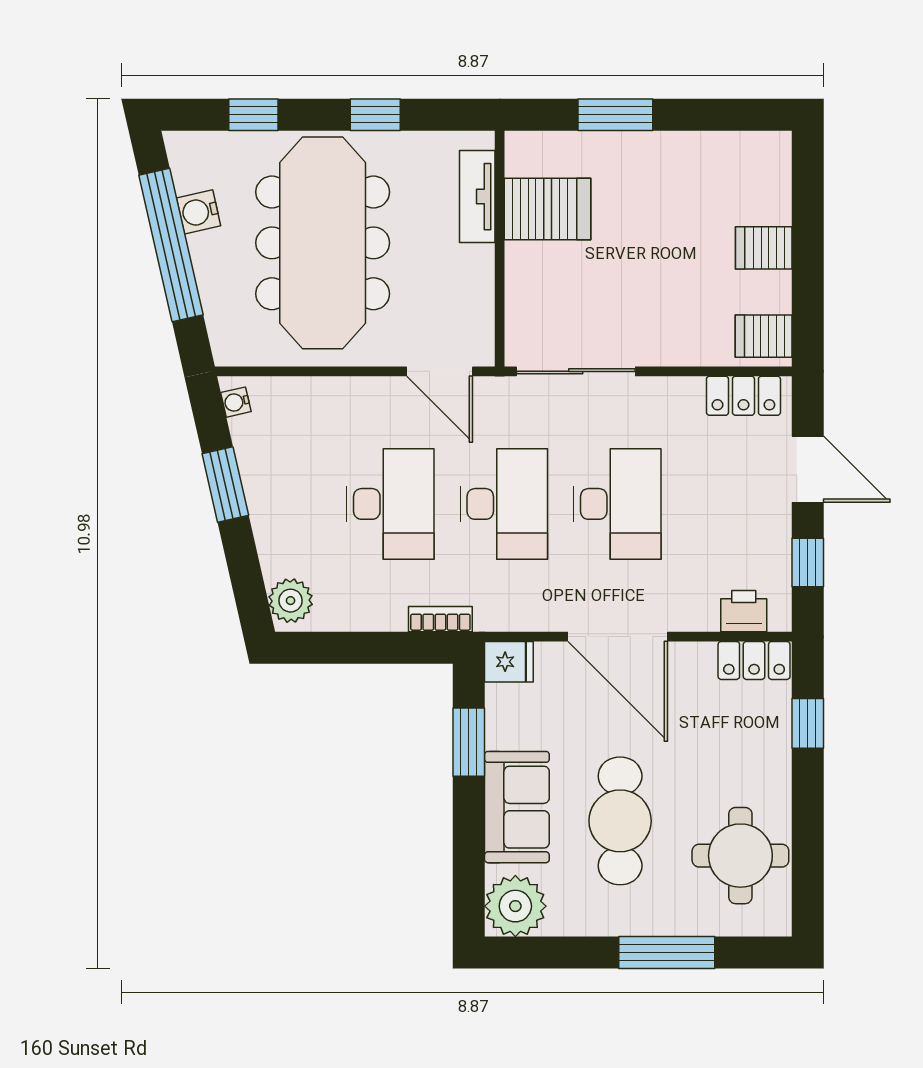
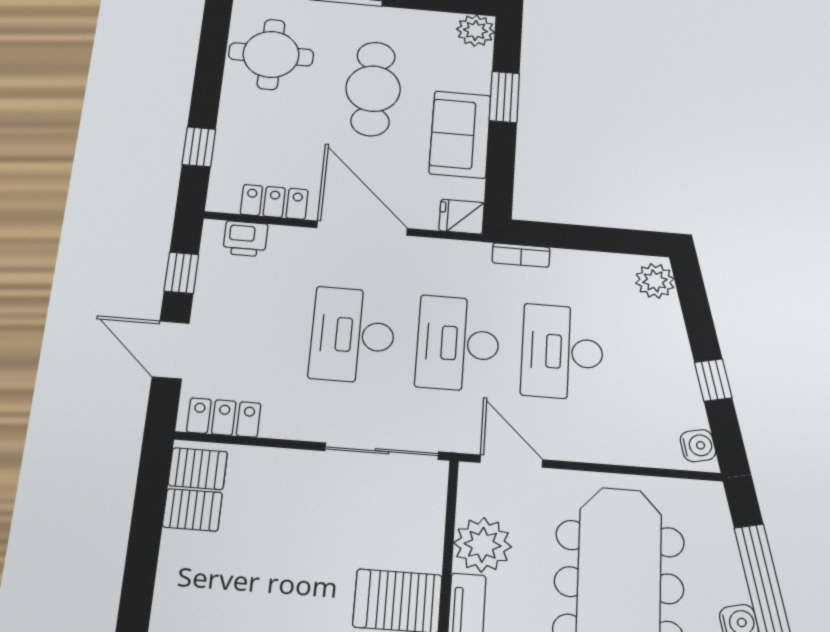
server rack: (764, 248) -> (192, 510), moved
plant: (465, 276) -> (483, 545), added
water cooler: (236, 402) -> (698, 446), width x1.38, depth x1.38
window: (225, 484) -> (713, 380), width x0.67
locker: (754, 660) -> (274, 202), moved
window: (469, 742) -> (504, 97), moved
sofa: (517, 807) -> (460, 134), moved
plant: (515, 906) -> (476, 31), width x0.73, depth x0.73

